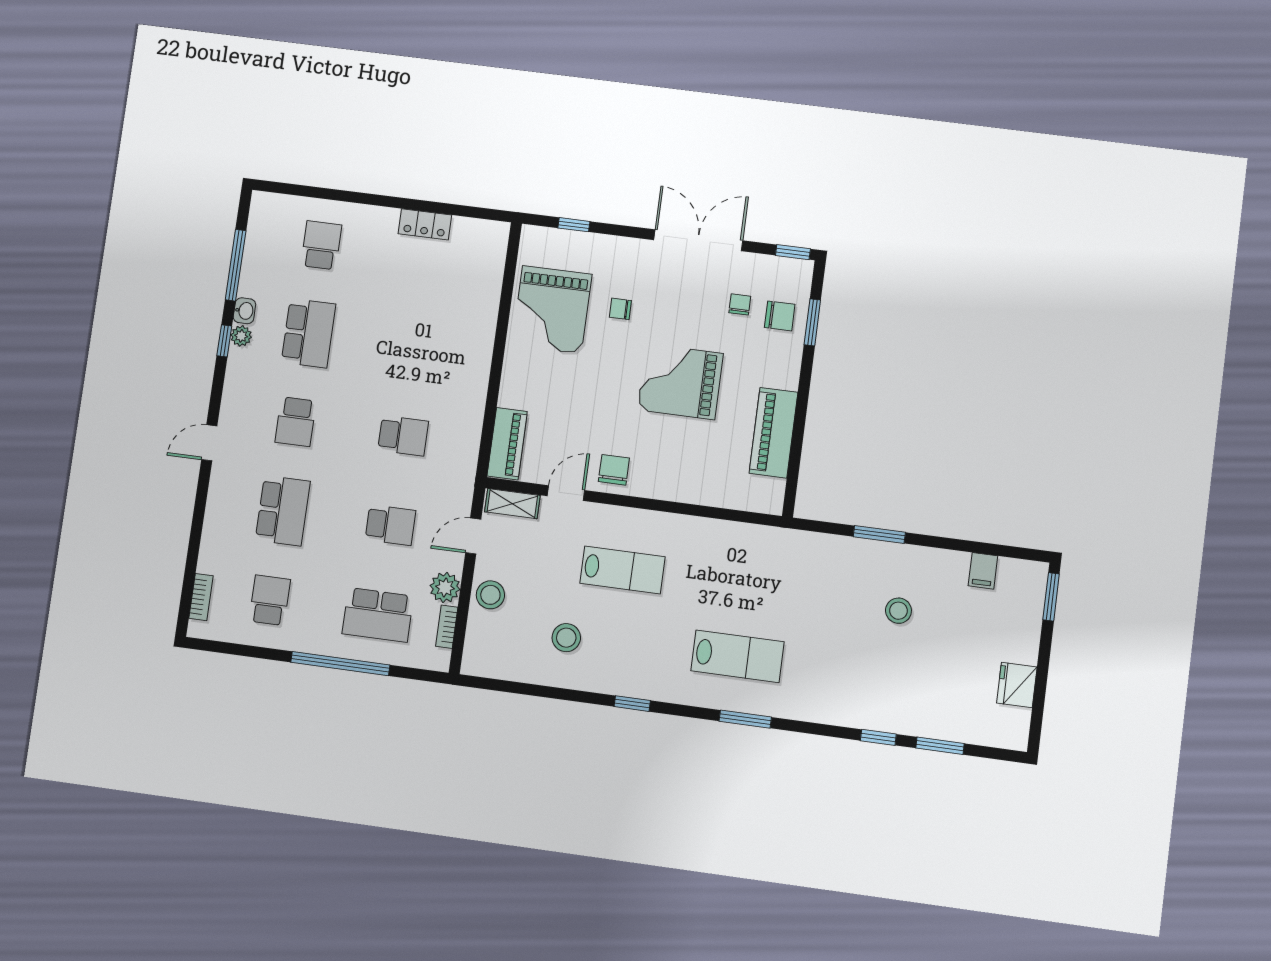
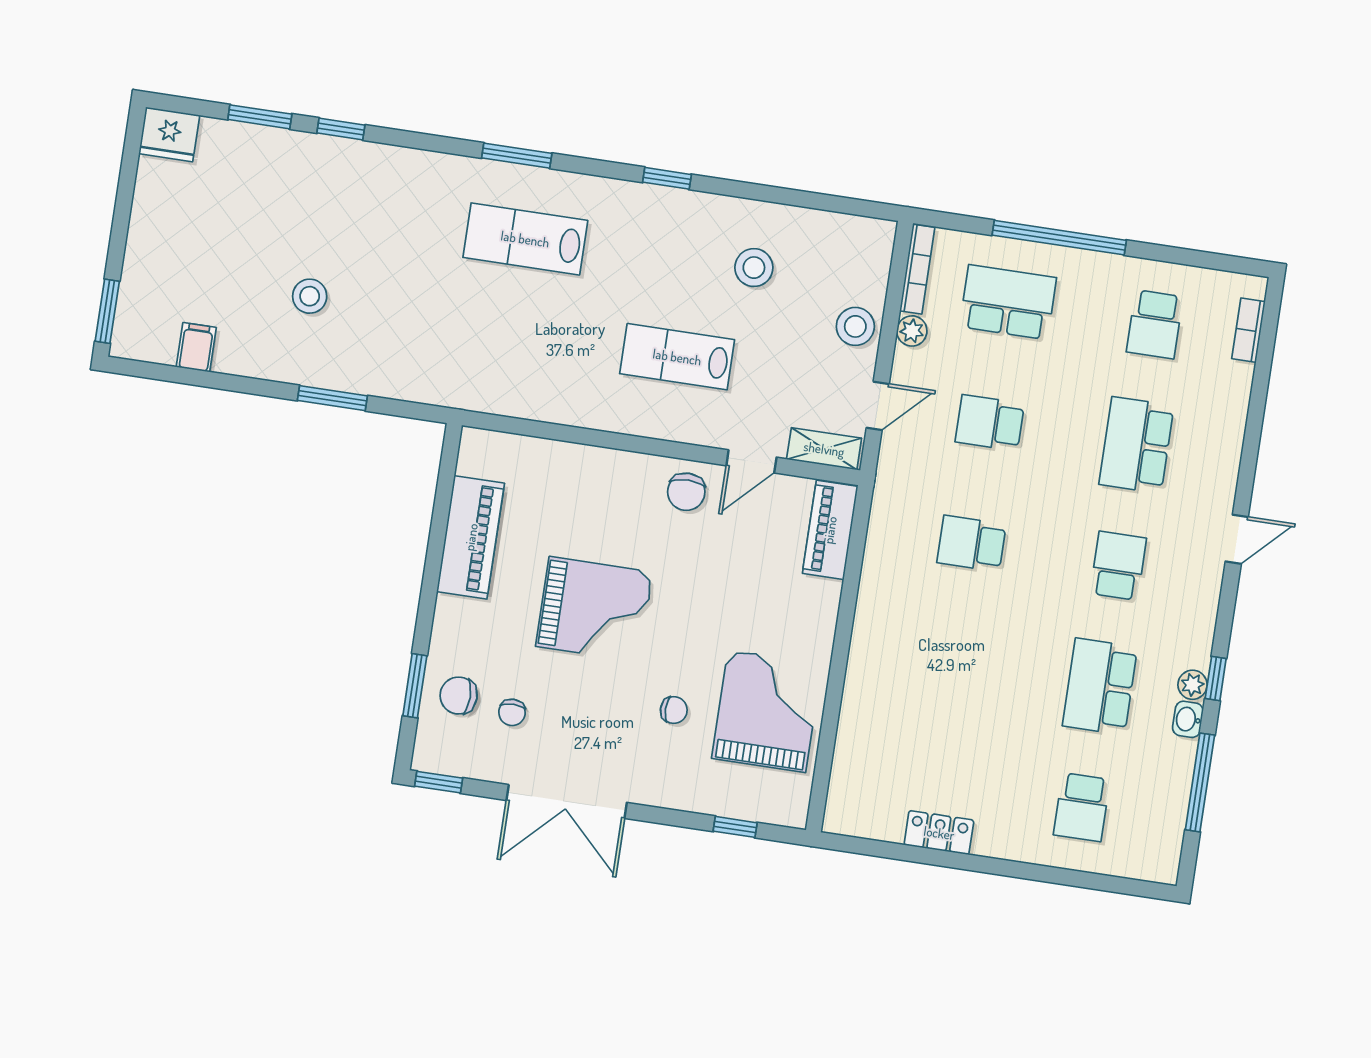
plant: (445, 587) -> (912, 331), width x0.73, depth x0.73
bookcase: (447, 627) -> (917, 269), width x1.56
fridge: (1017, 685) -> (169, 134), moved, turned 90

